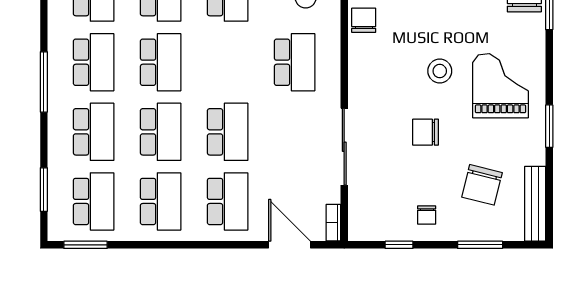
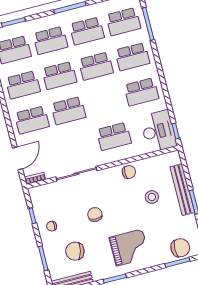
chair: (364, 20) -> (129, 172), moved
stool: (440, 71) -> (152, 197), moved

